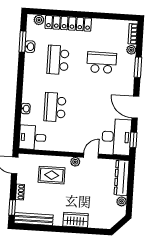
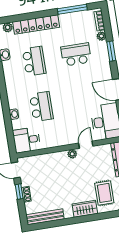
window: (108, 16) -> (72, 9), added
school desk: (58, 60) -> (34, 61), turned 180
school desk: (55, 107) -> (41, 107), turned 180
rug: (52, 175) -> (104, 193), moved, turned 90
window: (12, 207) -> (19, 192), moved

